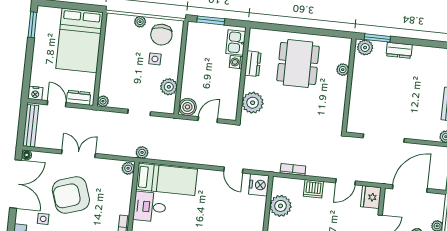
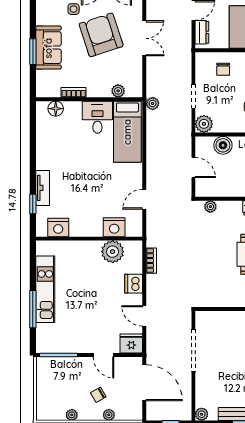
chair: (116, 81) -> (223, 69), added
plant: (169, 87) -> (204, 124), moved
plant: (103, 101) -> (201, 58), removed
plant: (253, 103) -> (210, 207), width x0.53, depth x0.53
boiler: (187, 107) -> (223, 145), moved
plant: (128, 168) -> (118, 91), moved
nightstand: (259, 185) -> (114, 227), moved

